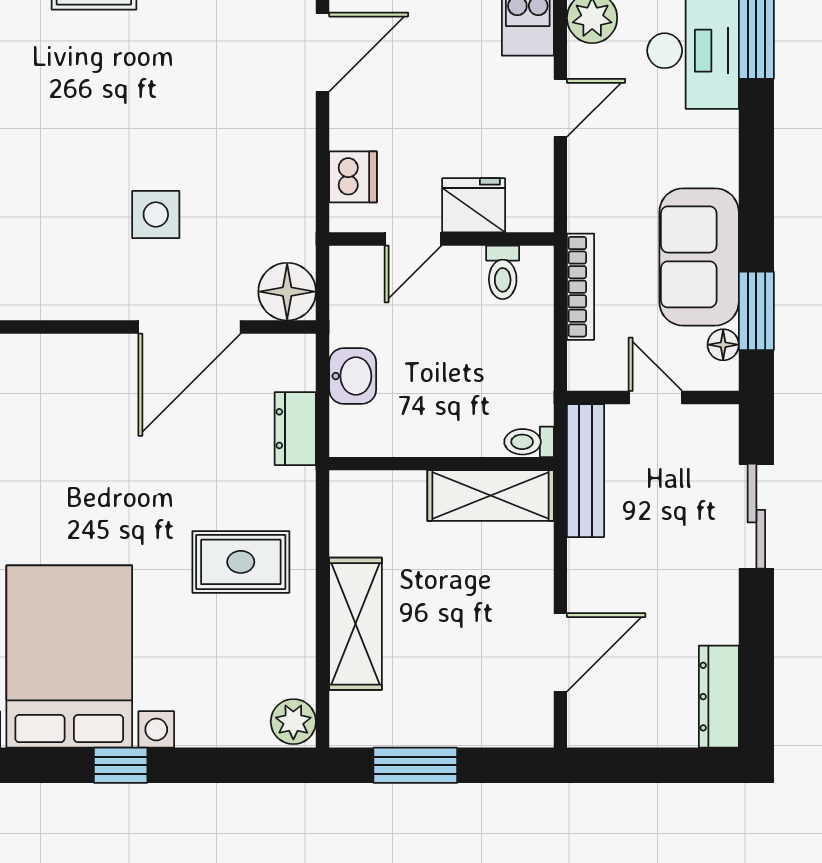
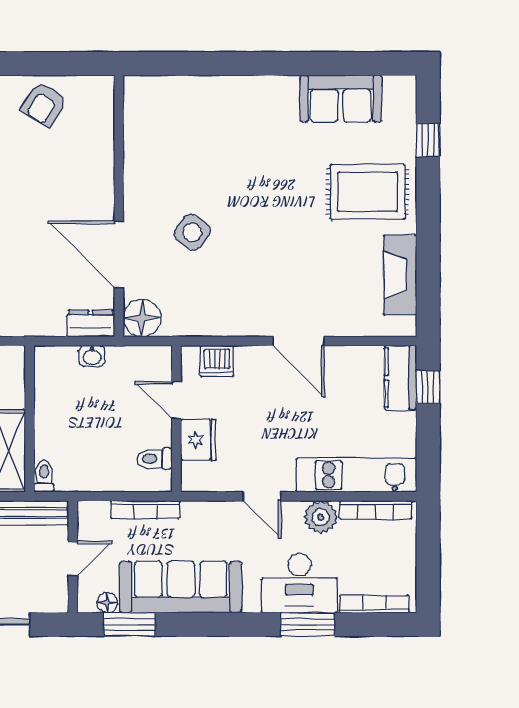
side table: (156, 215) -> (192, 232), turned 37
sofa: (699, 257) -> (181, 587), width x1.36
washbasin: (353, 376) -> (92, 356), width x0.72, depth x0.69
dresser: (295, 429) -> (91, 323), moved

